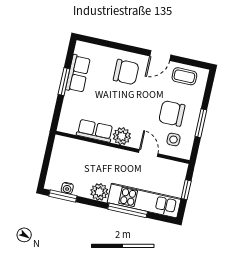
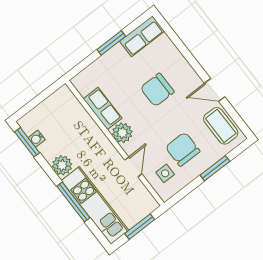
chair: (126, 72) -> (157, 90), moved, turned 90
row of seats: (78, 74) -> (142, 36), moved
coffee table: (184, 76) -> (221, 126), width x1.36, depth x1.30
window: (201, 123) -> (215, 168), moved
window: (186, 190) -> (140, 227), width x1.50

